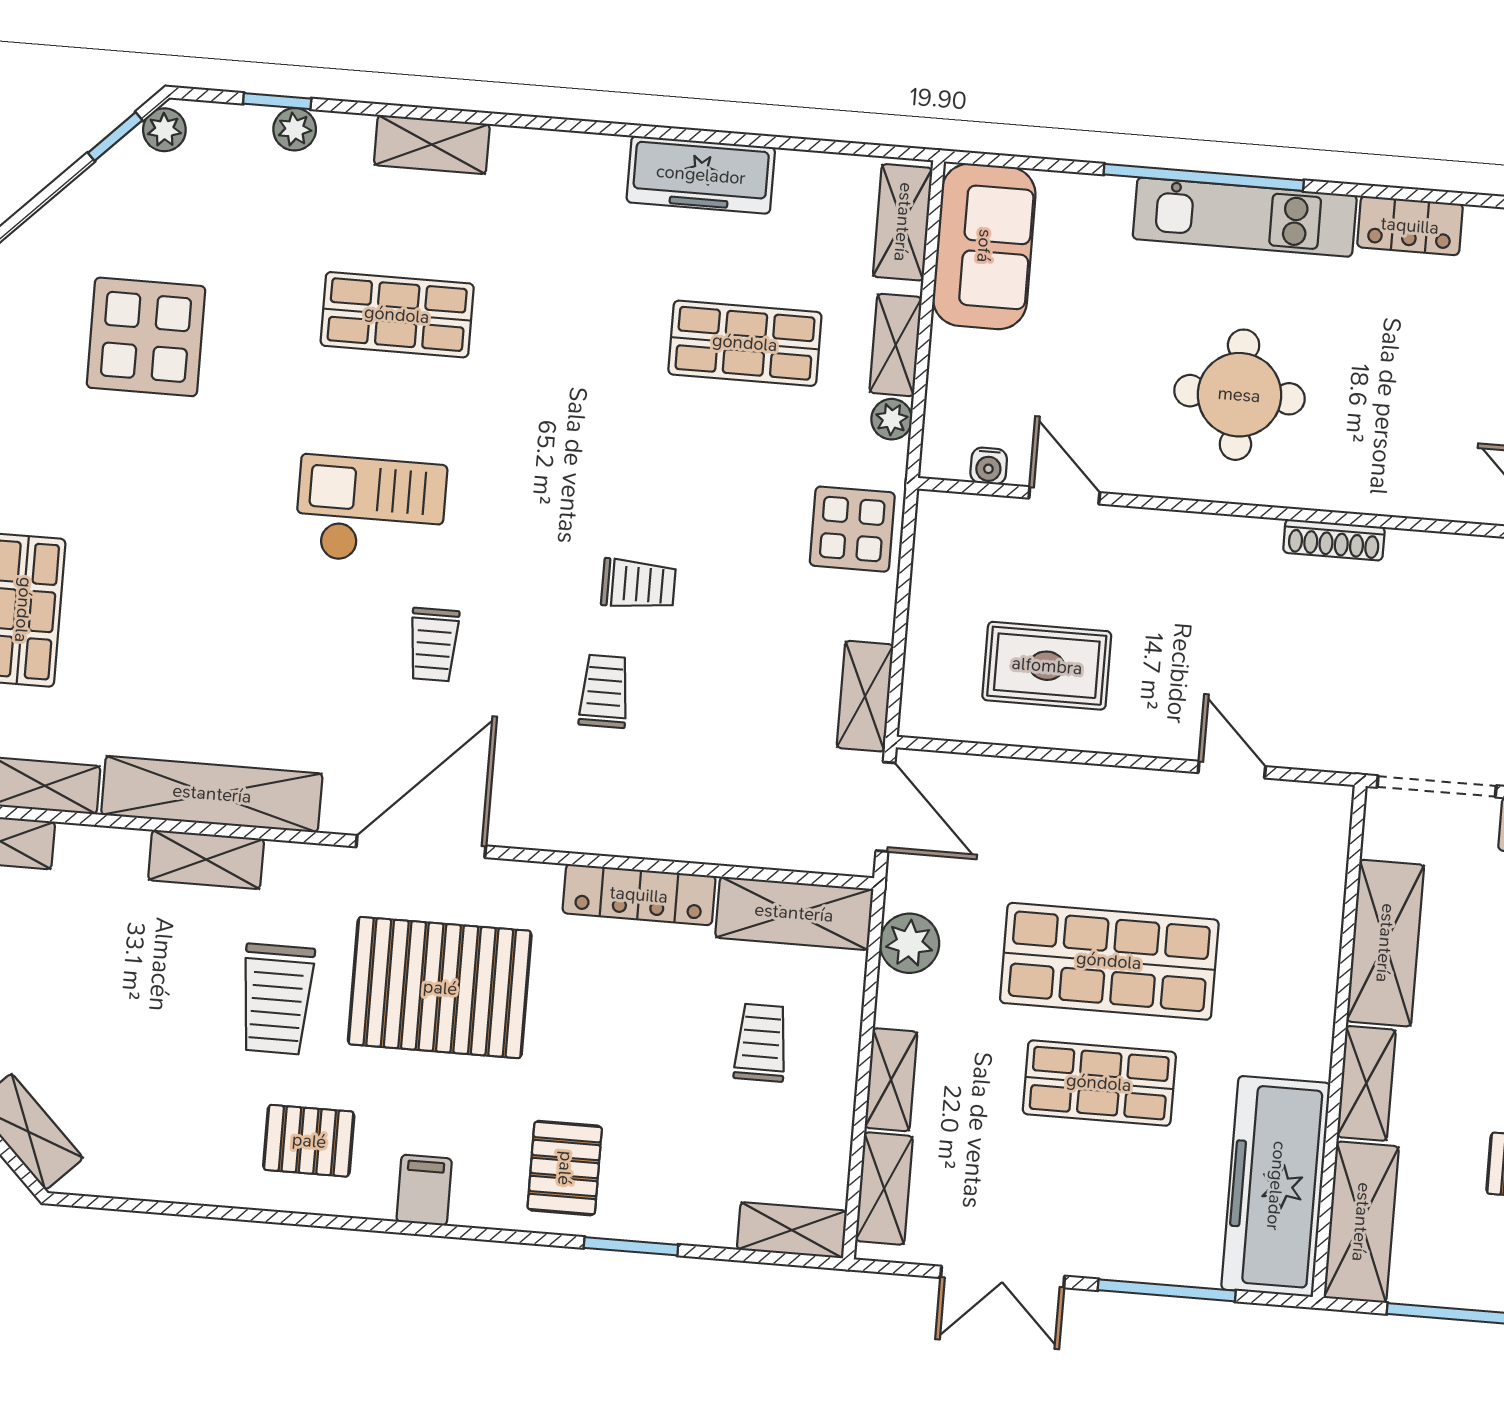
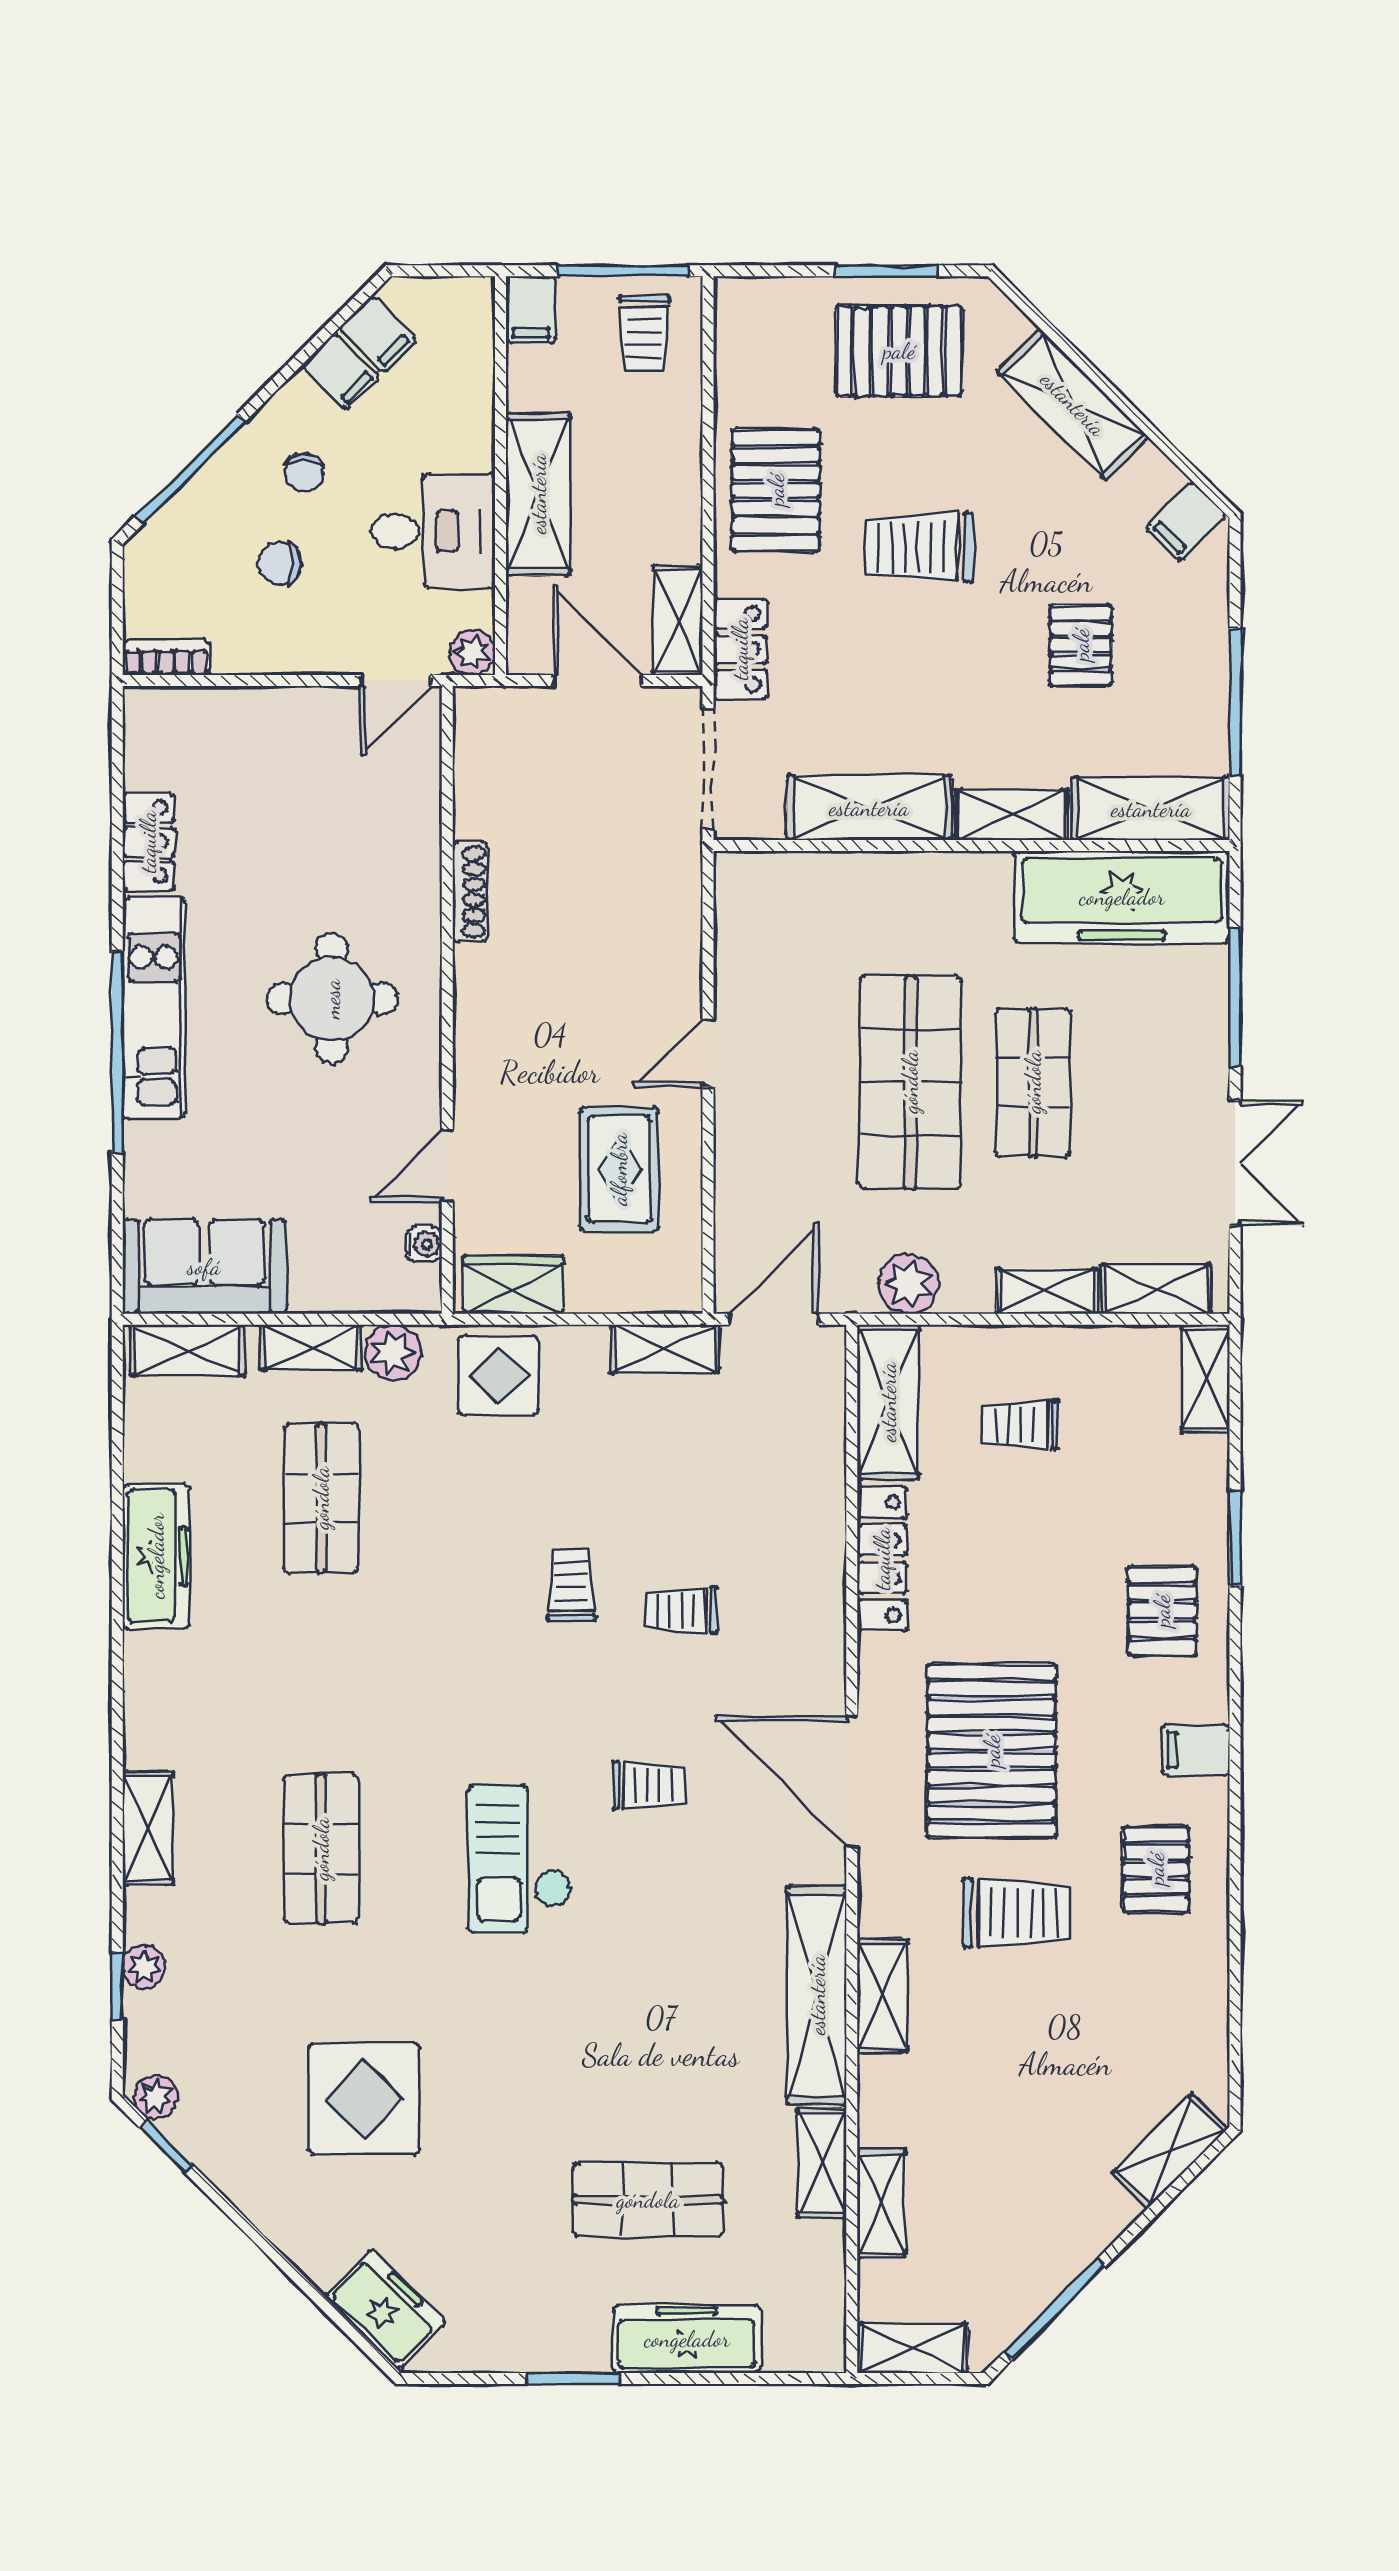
plant: (892, 419) -> (393, 1353), width x1.38, depth x1.38
wardrobe: (941, 551) -> (513, 1285), added
door: (1232, 770) -> (708, 1053), moved
pallet: (565, 1168) -> (1162, 1611), turned 90

